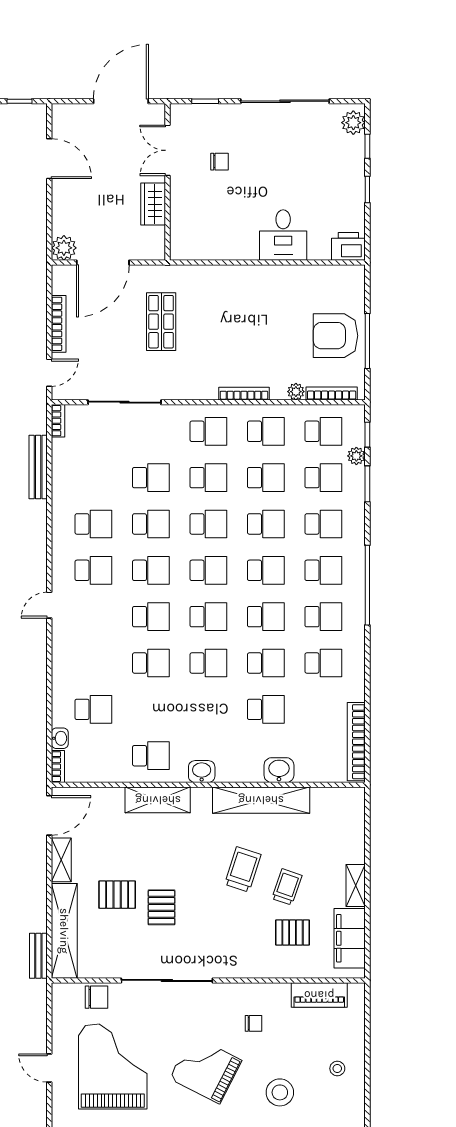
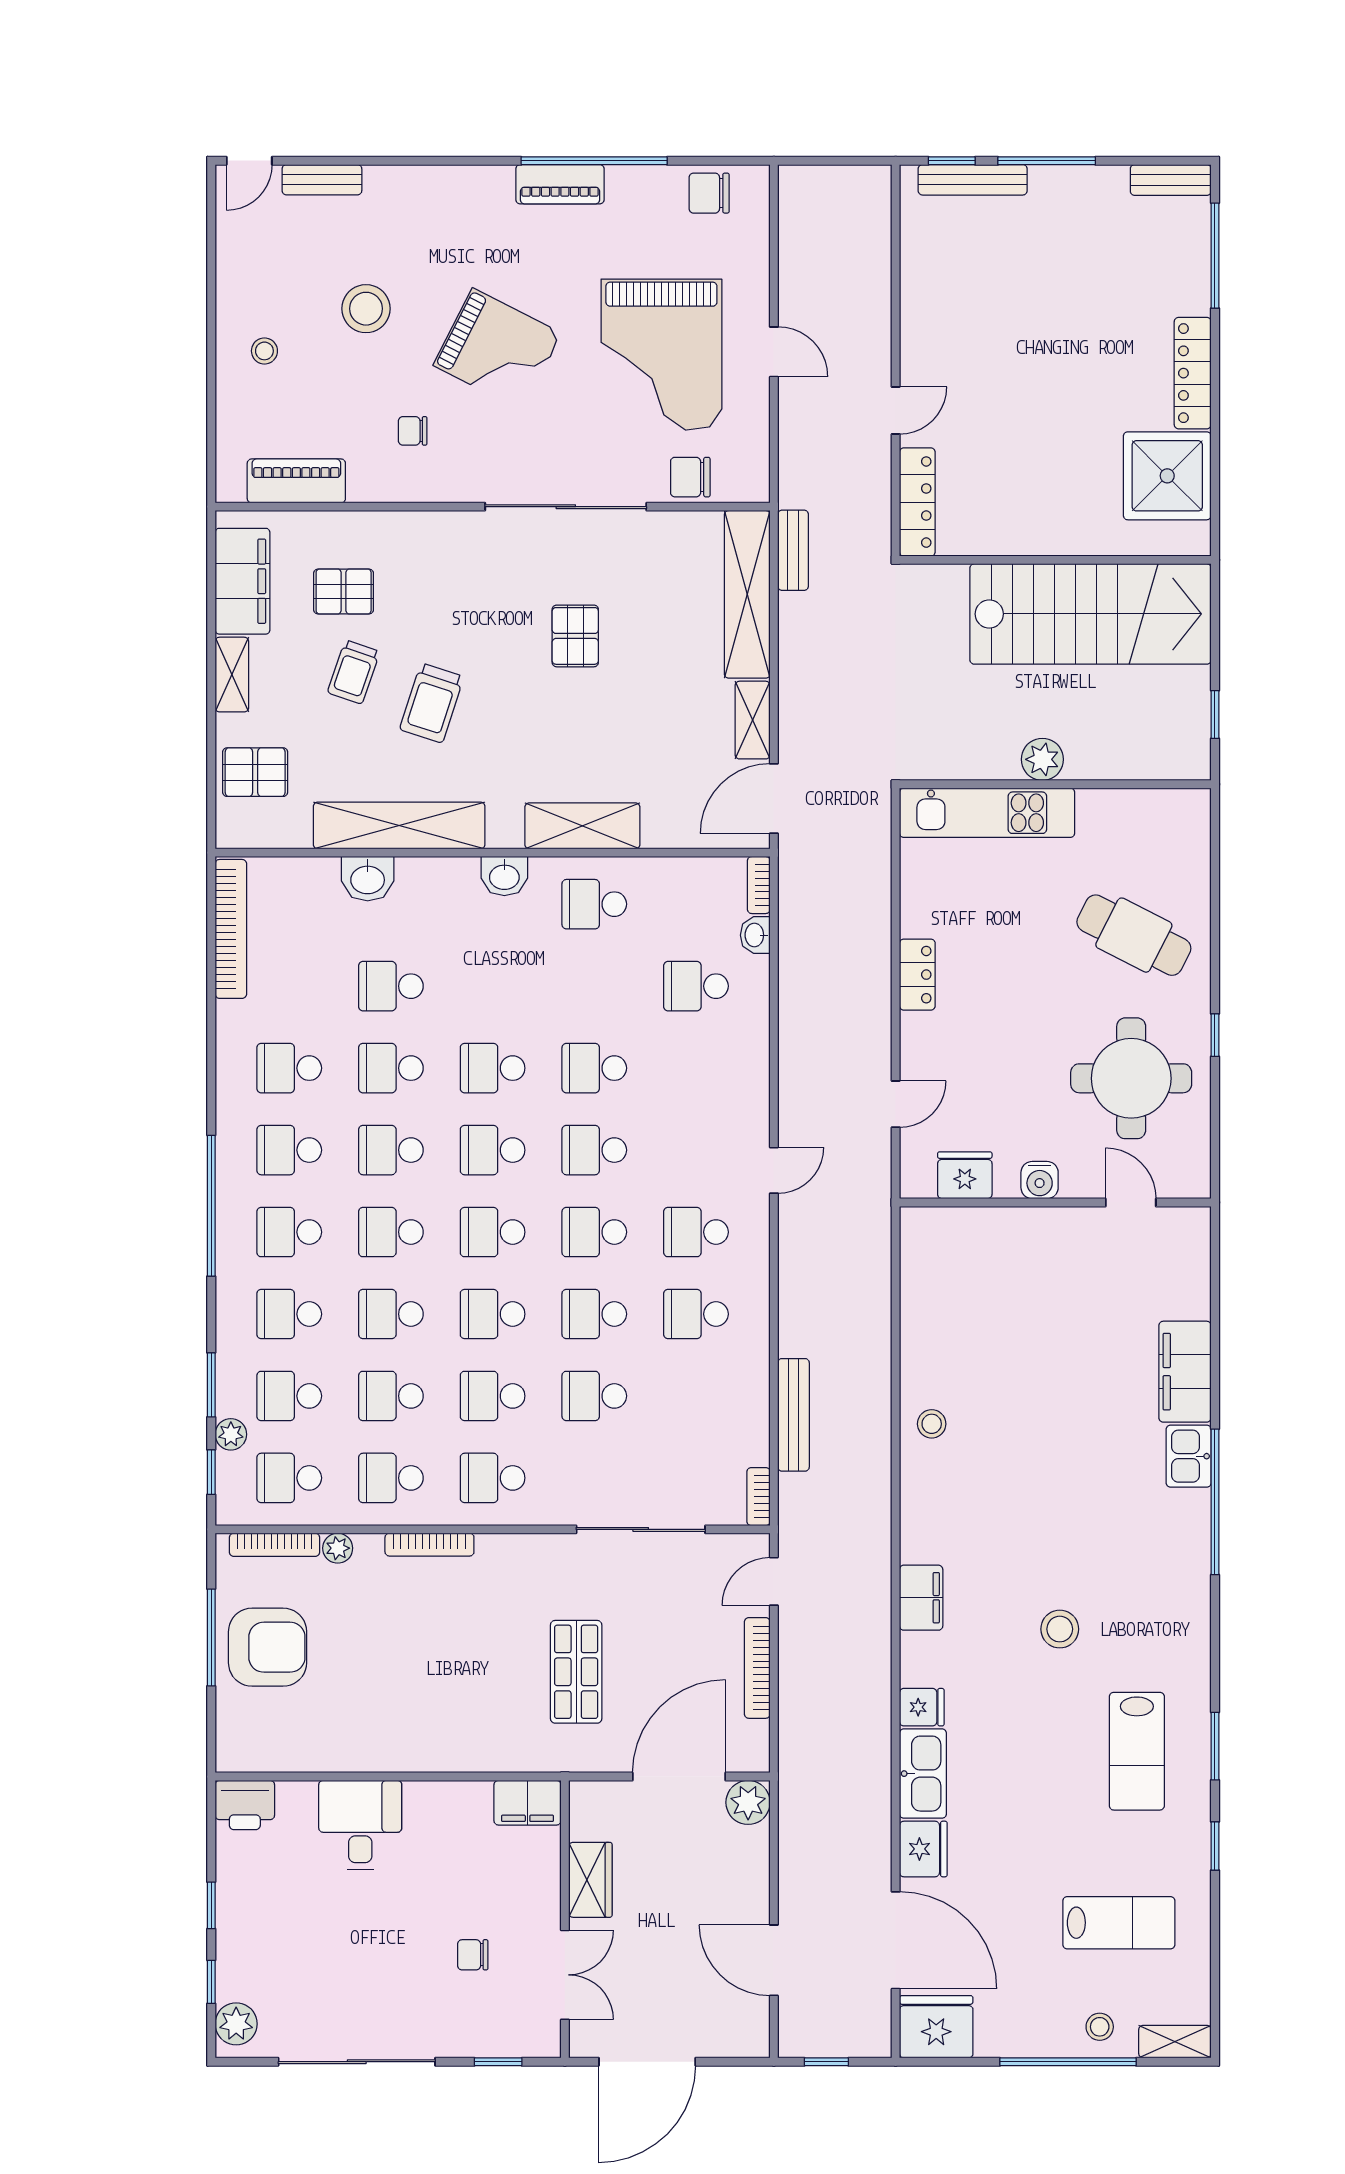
filing cabinet: (189, 248) -> (528, 1803), added
pallet: (117, 895) -> (255, 772), moved

